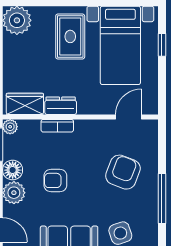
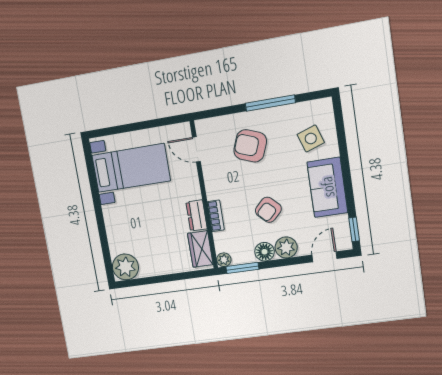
rug: (70, 36) -> (131, 216), removed
window: (162, 45) -> (124, 129), removed
armchair: (55, 180) -> (268, 210), turned 45

